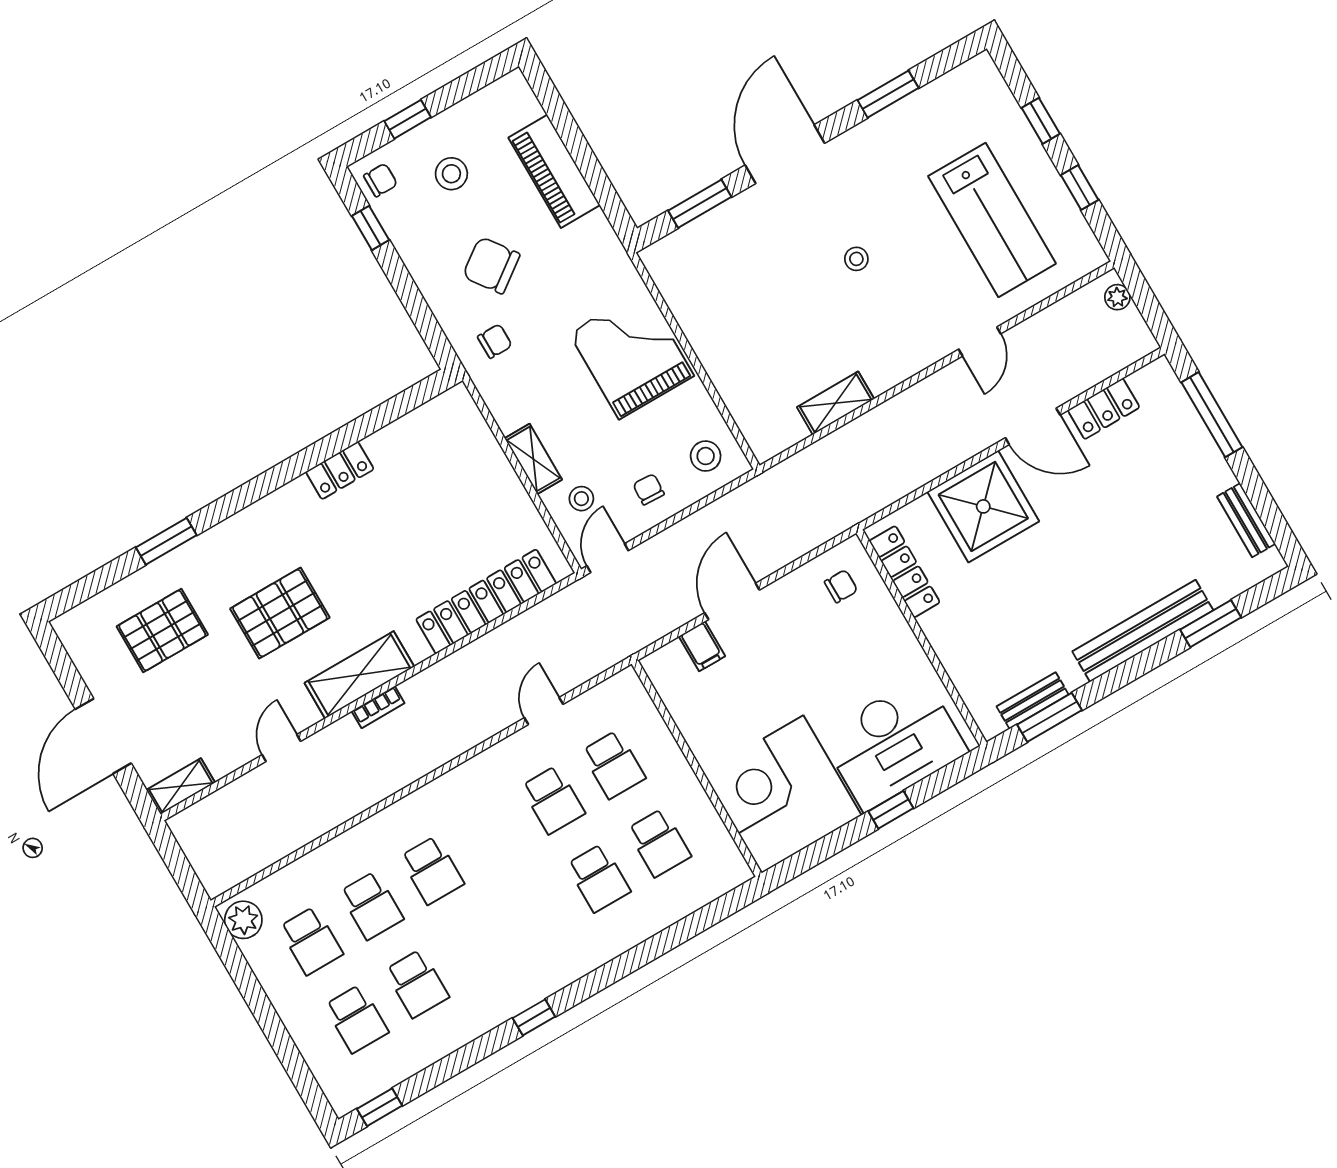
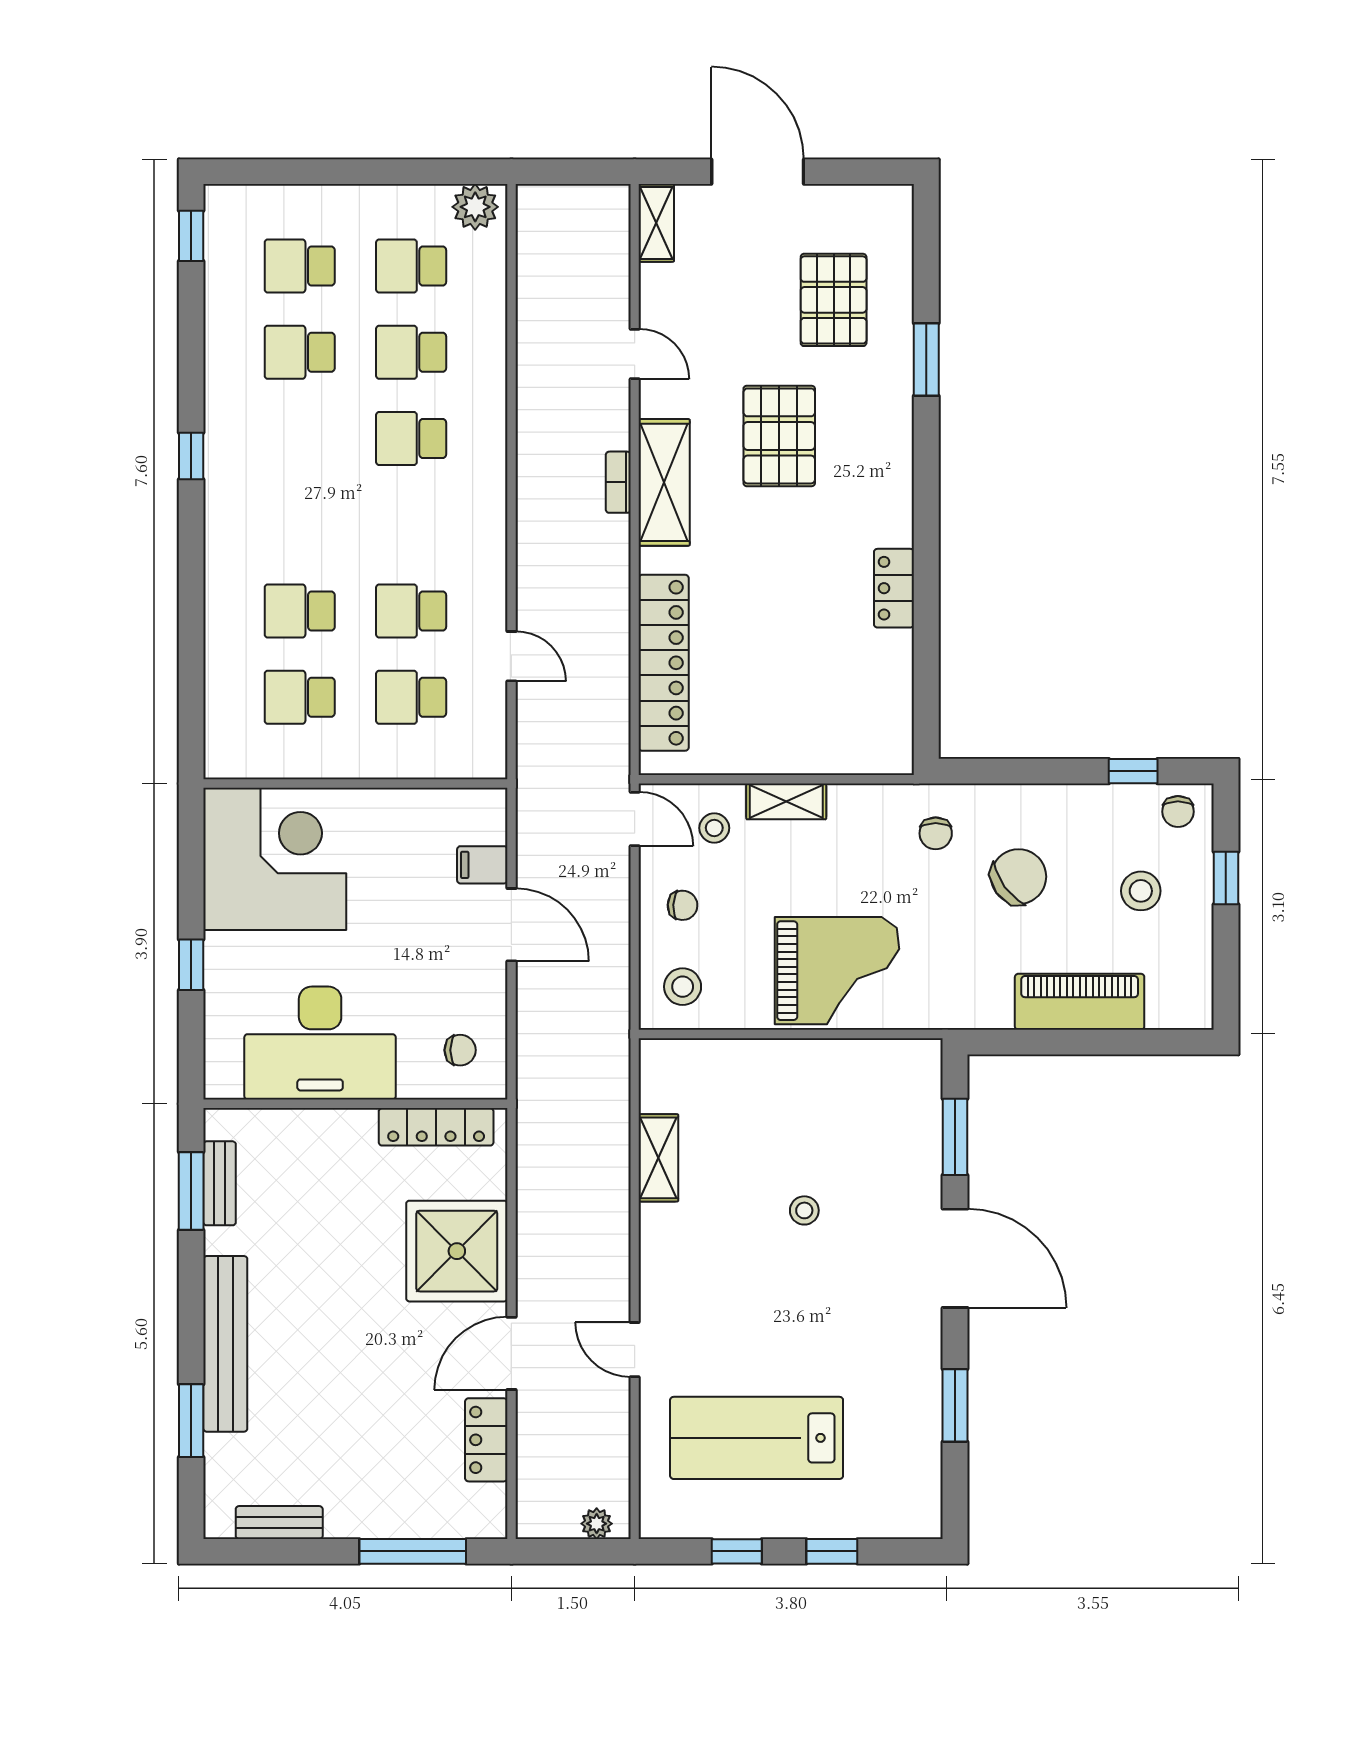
stool: (856, 259) -> (804, 1210), moved
chair: (841, 586) -> (460, 1050), turned -90
desk: (894, 743) -> (320, 1043), moved, turned -90

